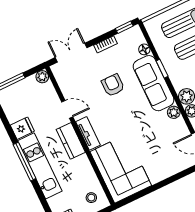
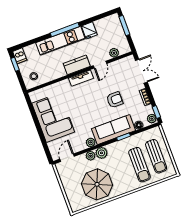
plant: (134, 33) -> (152, 119), added
plant: (42, 77) -> (114, 53), moved
corner sofa: (121, 169) -> (53, 118), moved, turned -90

